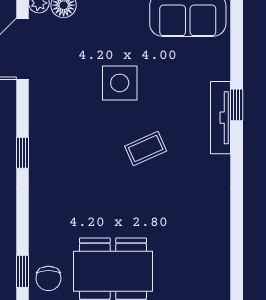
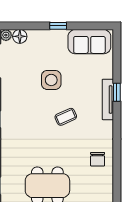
chair: (48, 278) -> (98, 159), moved

